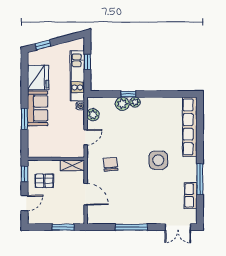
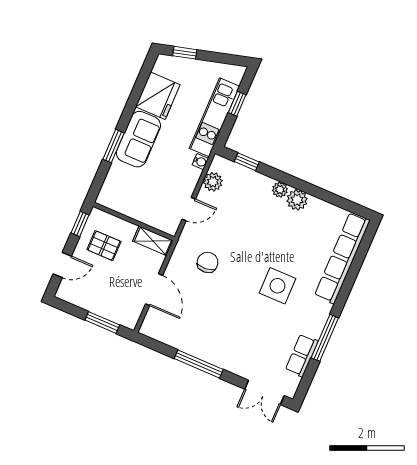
window: (128, 94) -> (247, 162), moved
plant: (122, 104) -> (297, 200), moved

